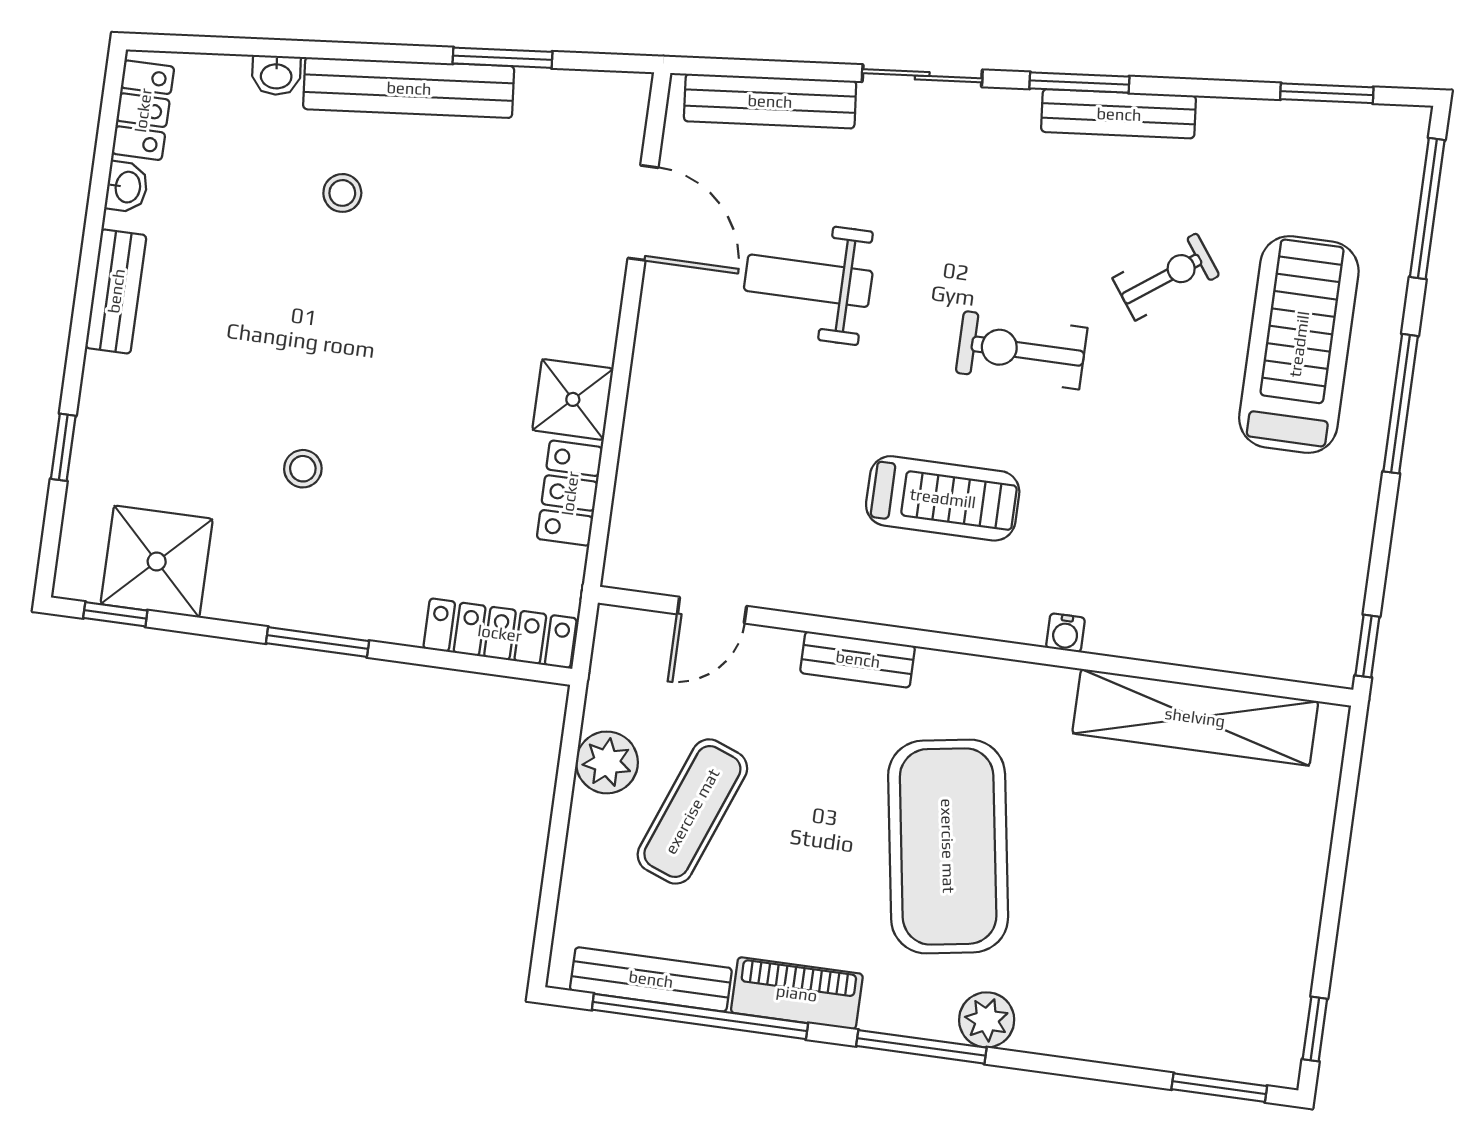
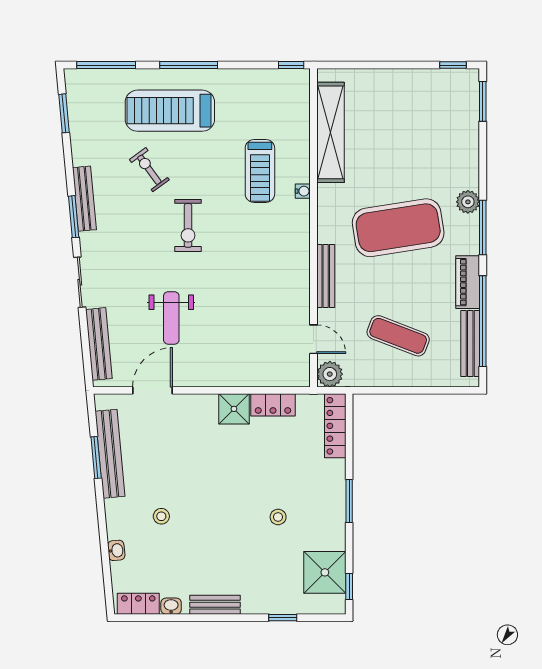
bench: (409, 88) -> (110, 454), moved
treadmill: (943, 498) -> (260, 171), moved, turned 180
bench: (858, 659) -> (326, 276), width x1.36
plant: (607, 762) -> (330, 374), moved

